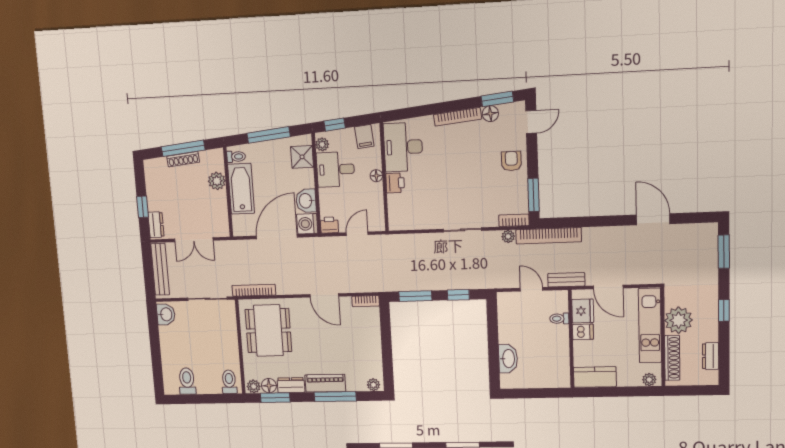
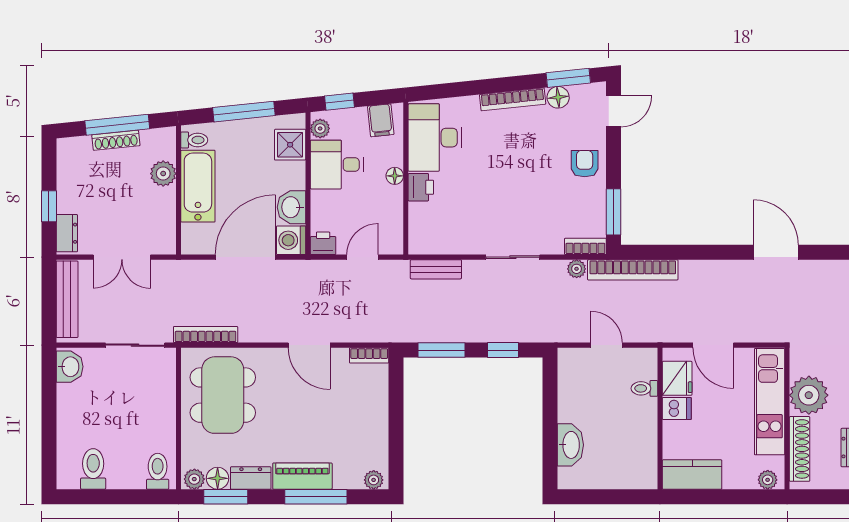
bench: (566, 280) -> (436, 269), moved

